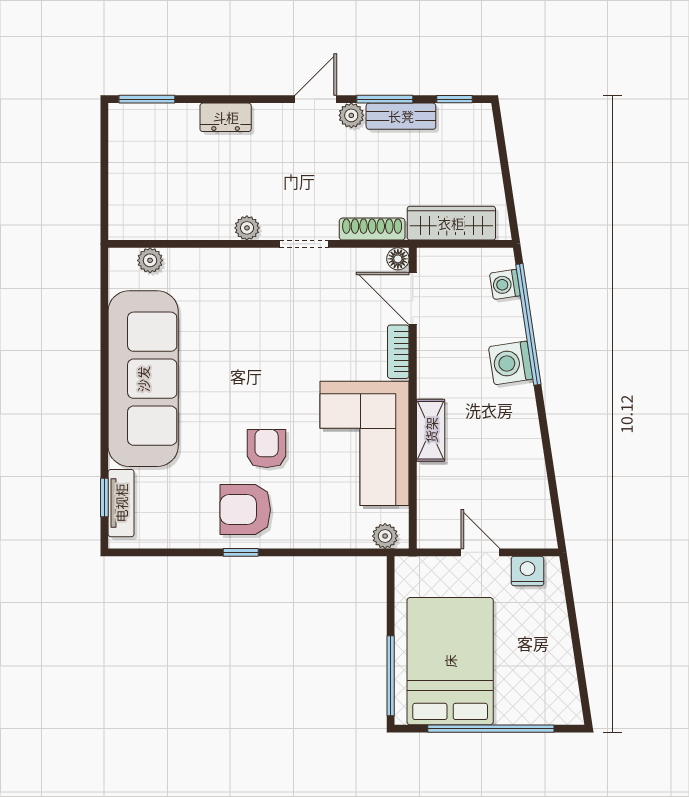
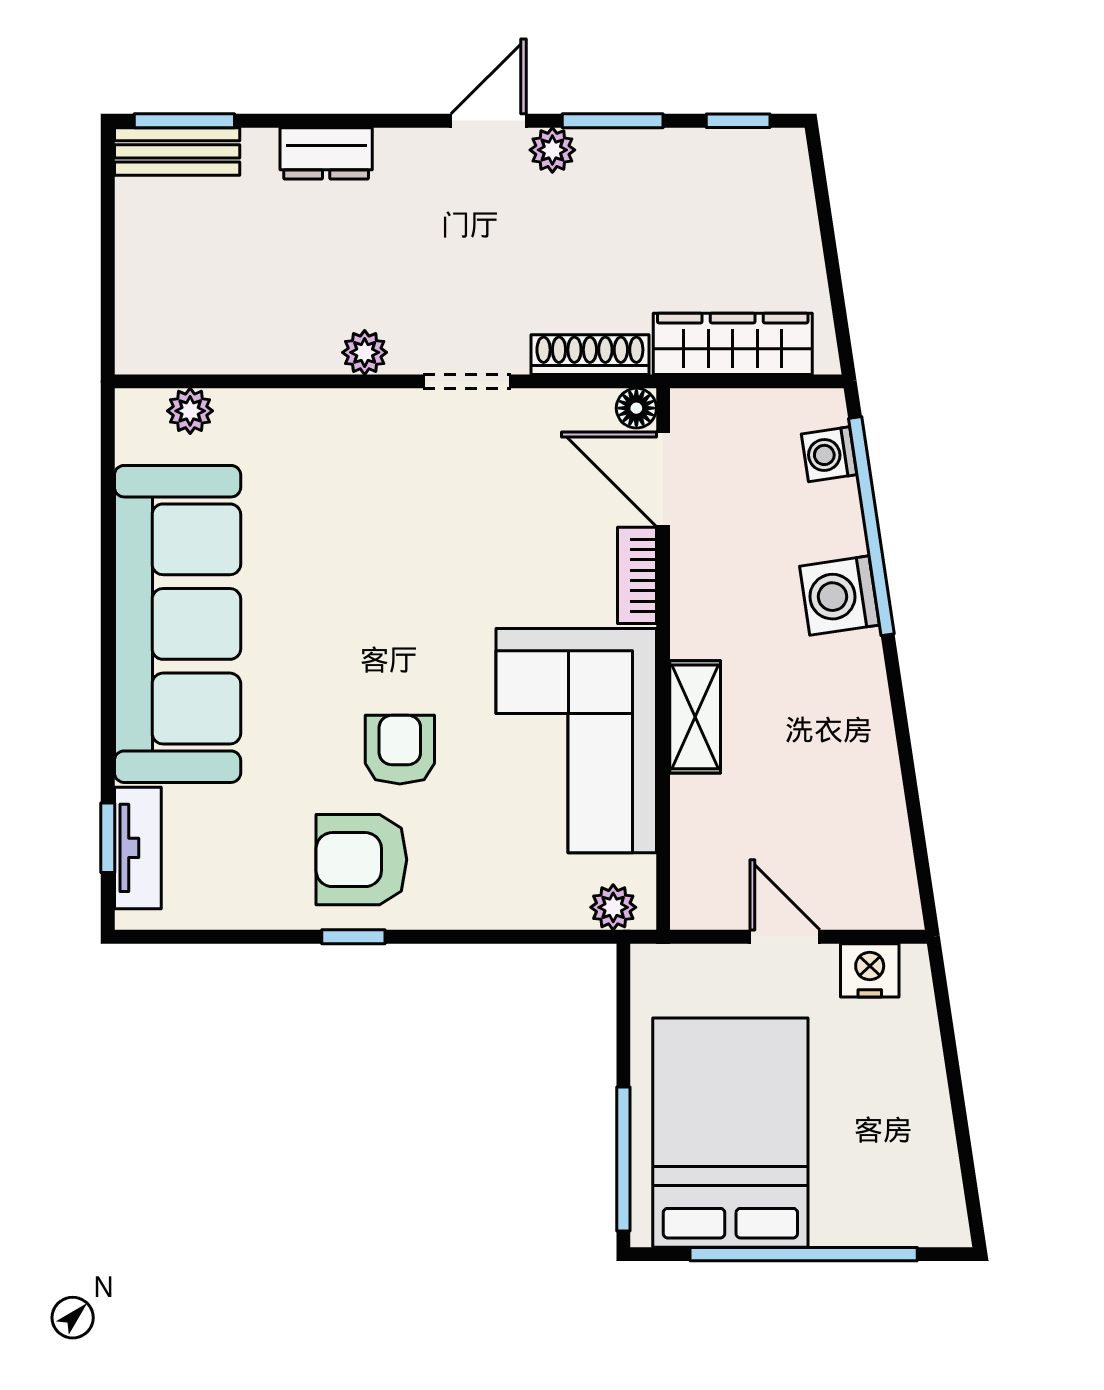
bench: (401, 116) -> (177, 151), moved

